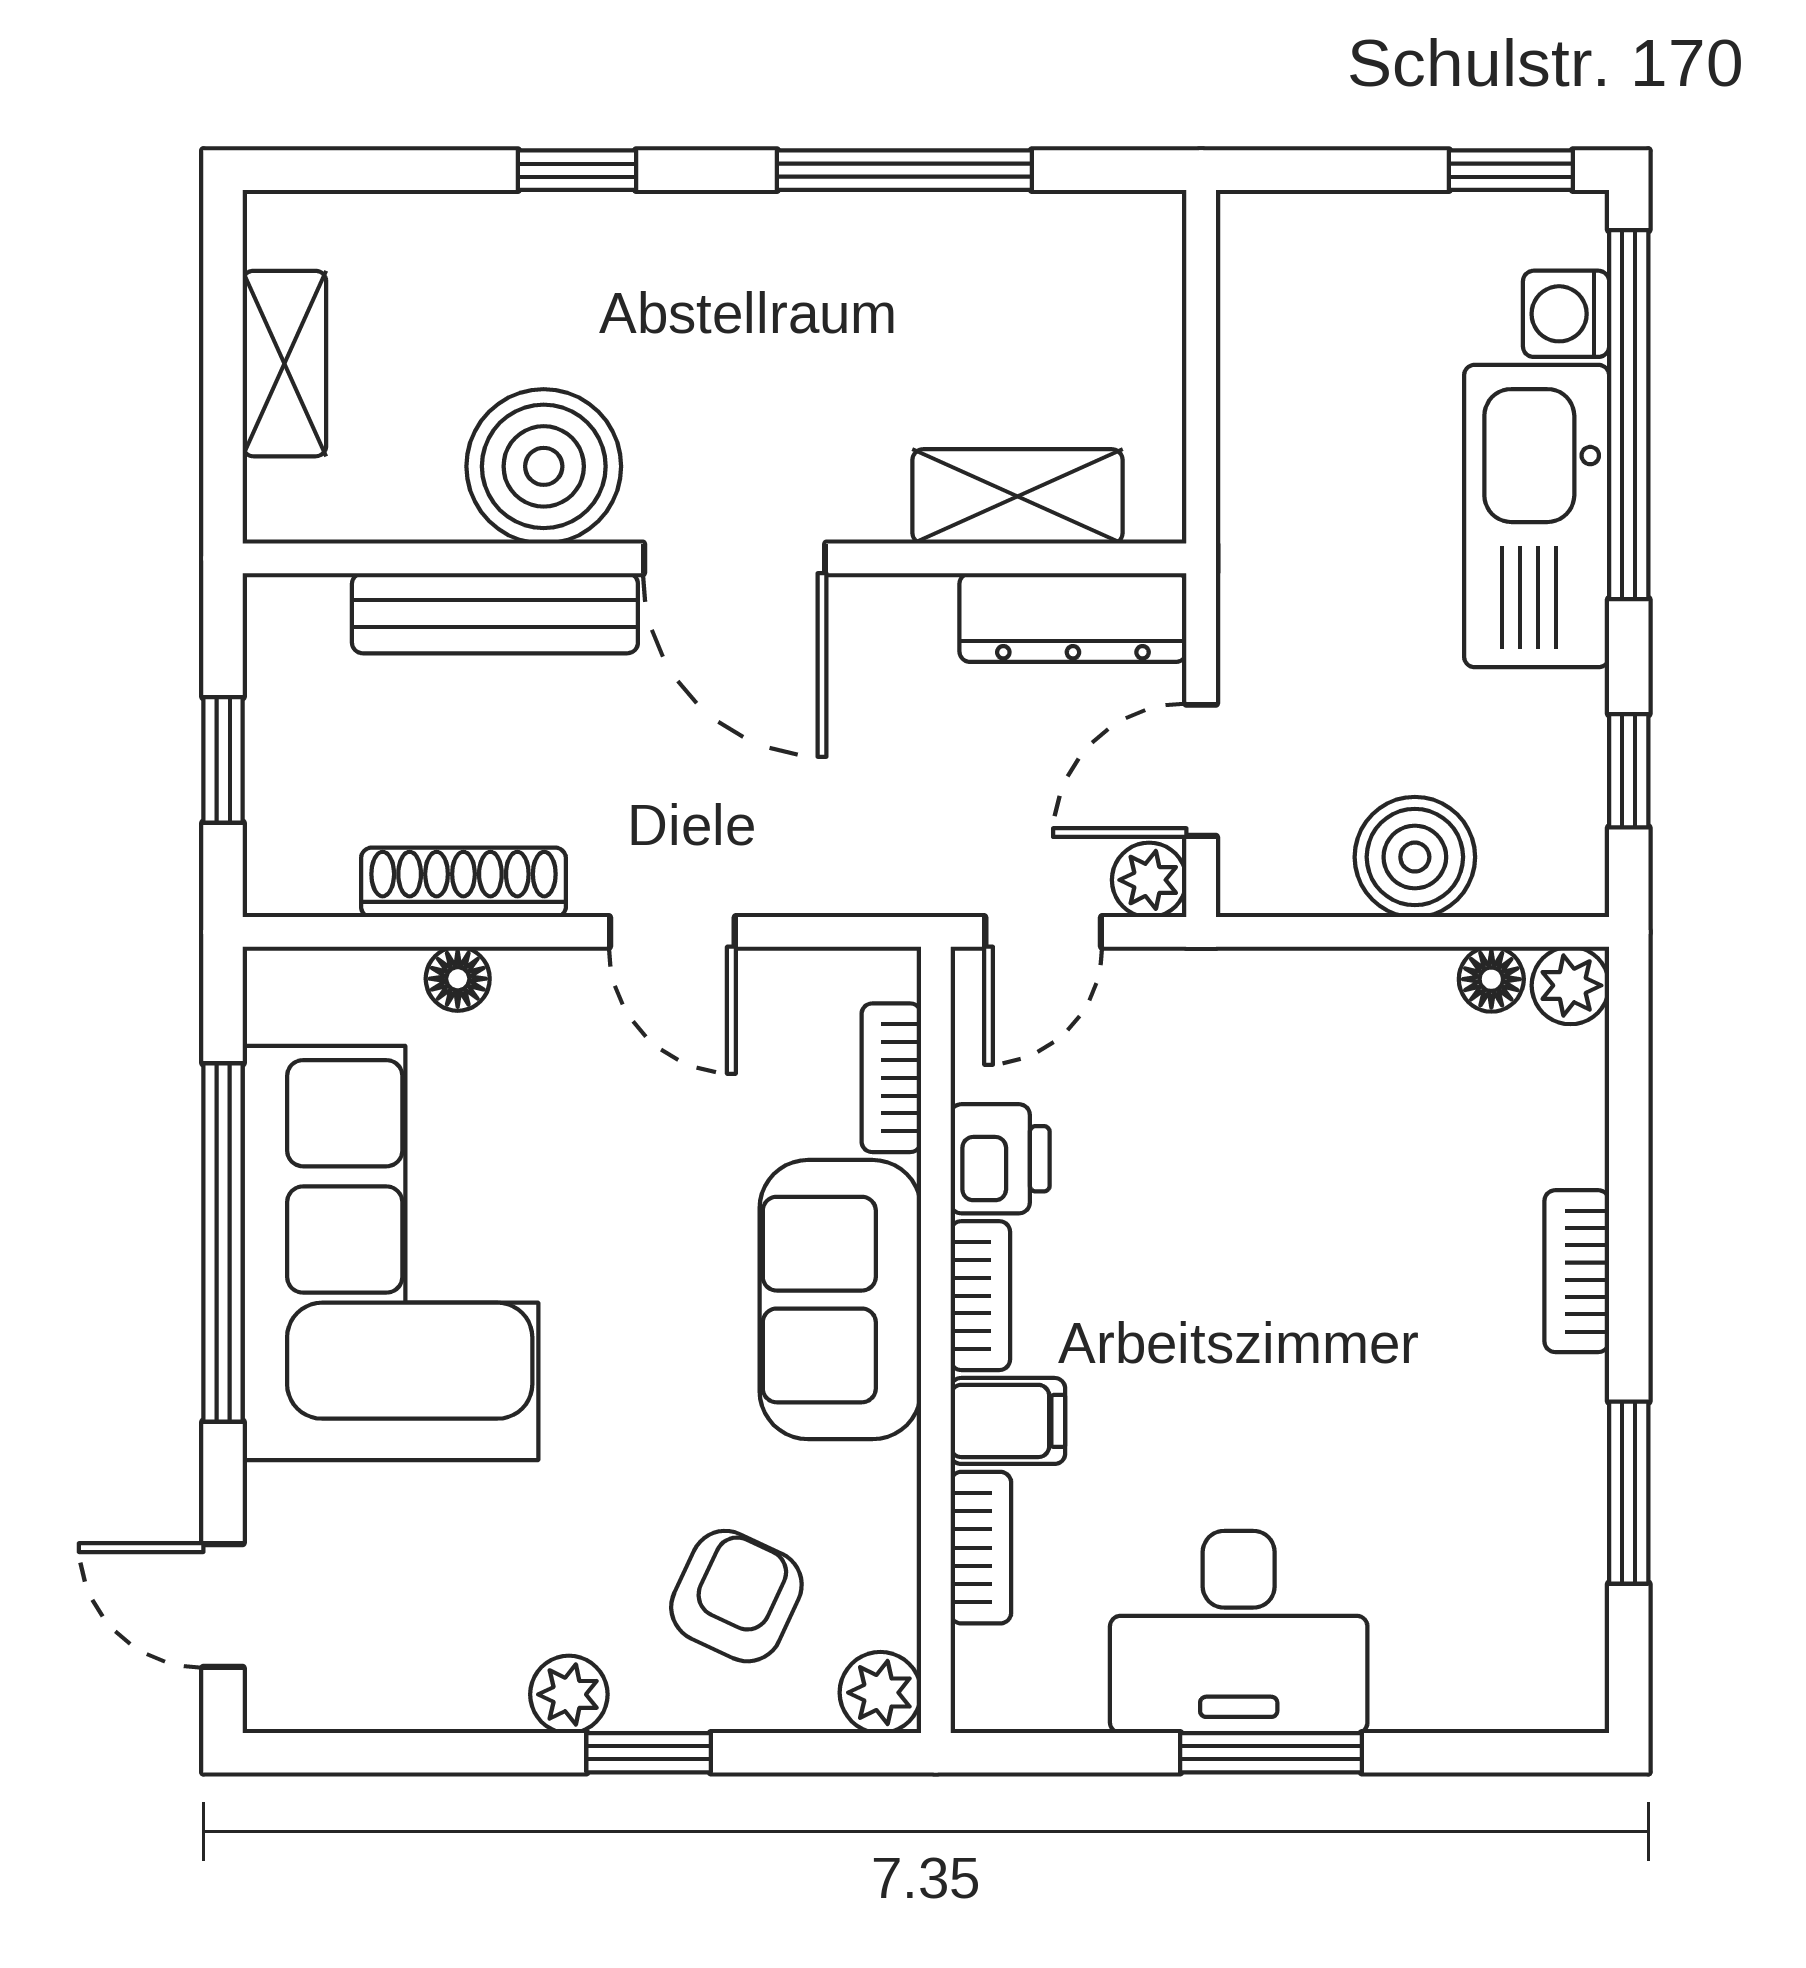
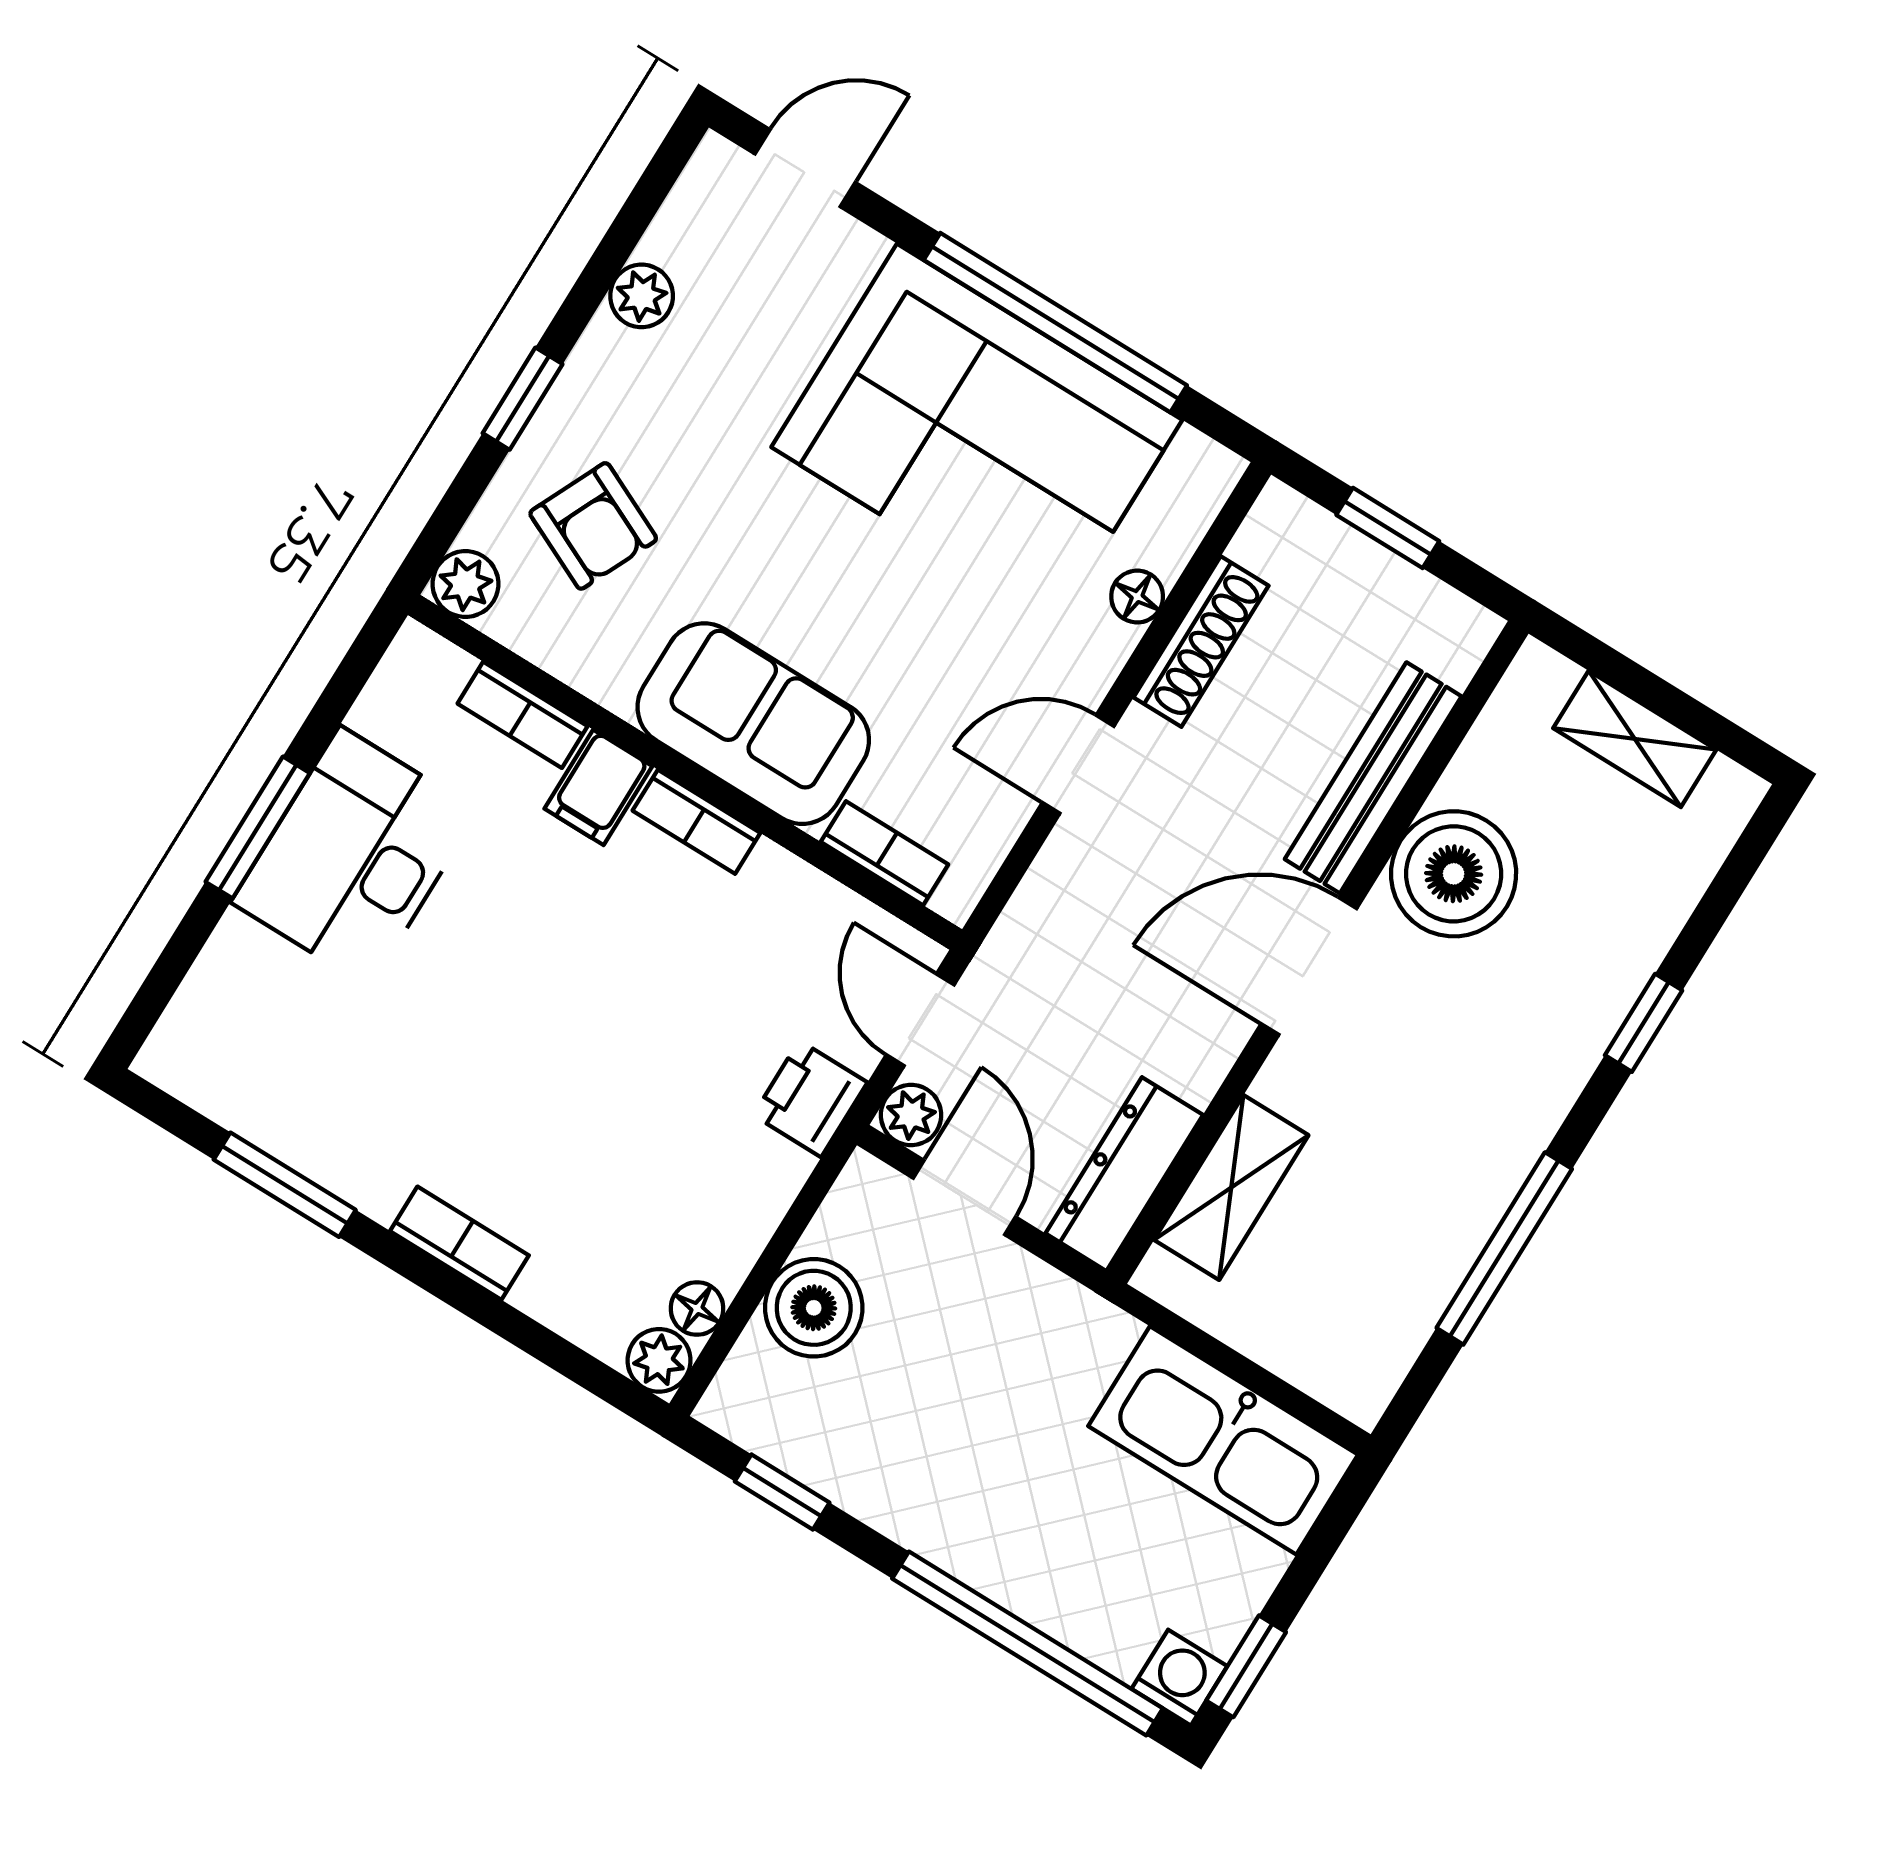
washing machine: (1566, 314) -> (1179, 1678), moved
kitchen sink: (1537, 516) -> (1223, 1440), moved, turned 180
printer: (1000, 1159) -> (810, 1099), moved, turned 90
plant: (569, 1694) -> (642, 296), moved

